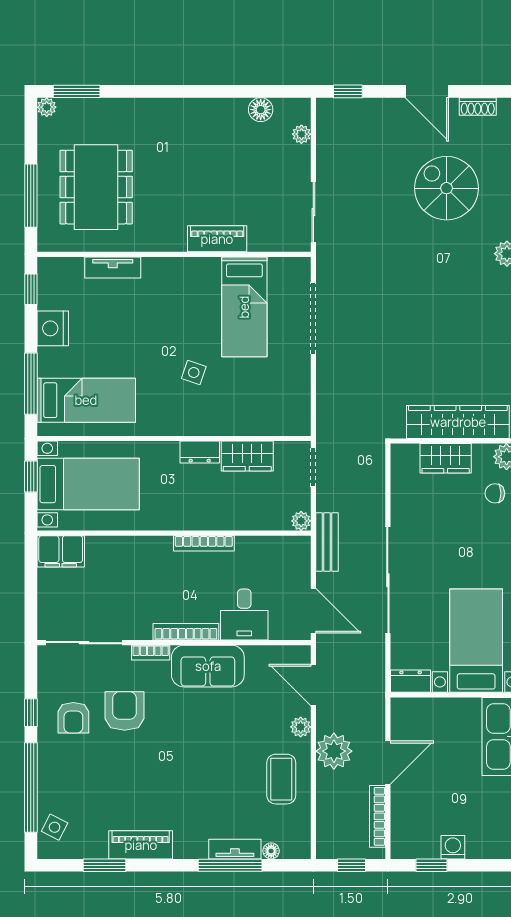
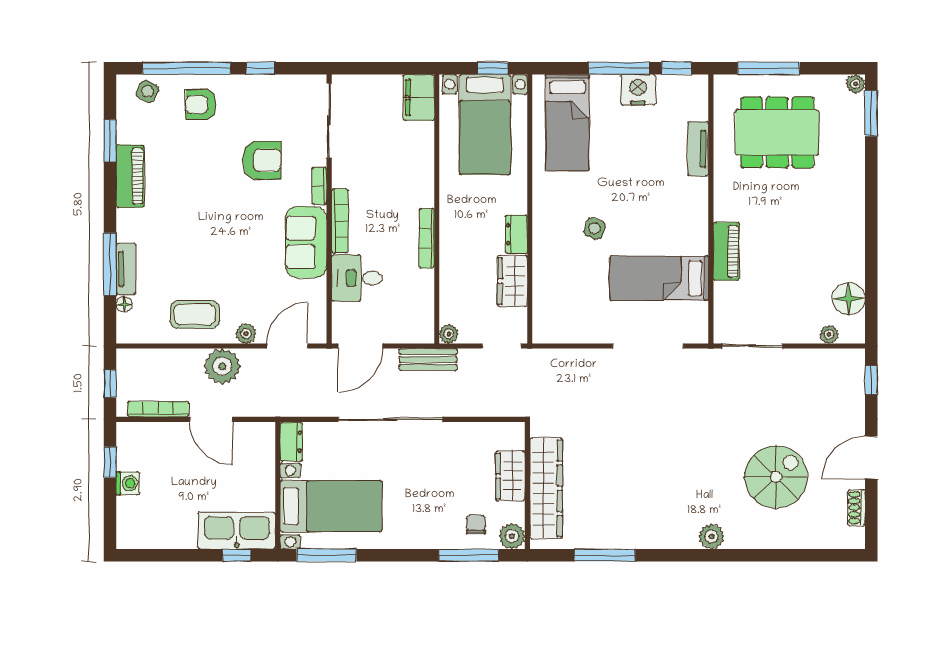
floor lamp: (261, 110) -> (849, 299), width x1.38, depth x1.38
window: (31, 384) -> (619, 68), moved
armchair: (73, 718) -> (201, 104), moved

